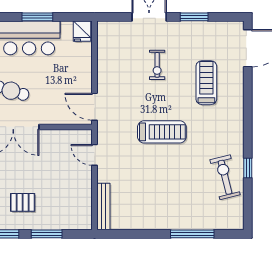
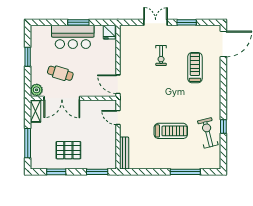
treadmill: (162, 132) -> (171, 131), moved
pallet: (23, 202) -> (68, 150), width x1.50, depth x1.42
window: (47, 234) -> (97, 172), moved

